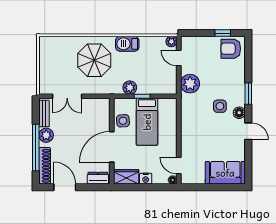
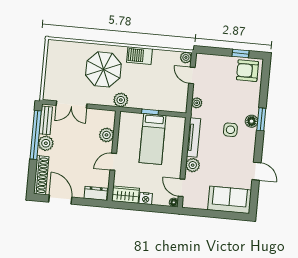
plant: (190, 84) -> (197, 103), width x0.53, depth x0.53
plant: (130, 88) -> (121, 100), moved
floor lamp: (239, 113) -> (252, 121), moved
tv unit: (186, 117) -> (194, 138), added
side table: (123, 121) -> (128, 136), removed
plant: (103, 122) -> (106, 135), added
door: (248, 131) -> (256, 171), moved
plant: (187, 143) -> (193, 165), added
window: (36, 147) -> (36, 135), moved
door: (112, 147) -> (113, 162), width x0.53

